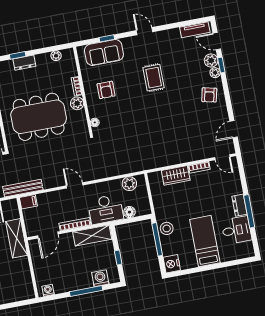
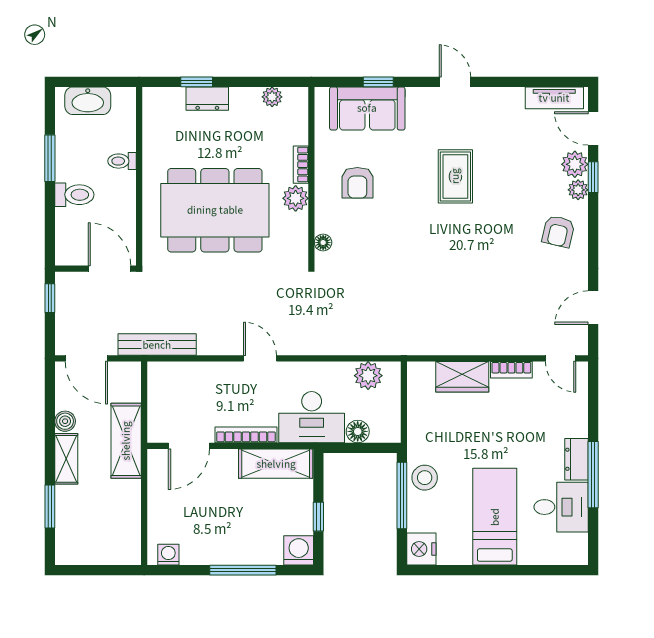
filing cabinet: (28, 202) -> (163, 373), removed
washing machine: (100, 278) -> (299, 550), moved

